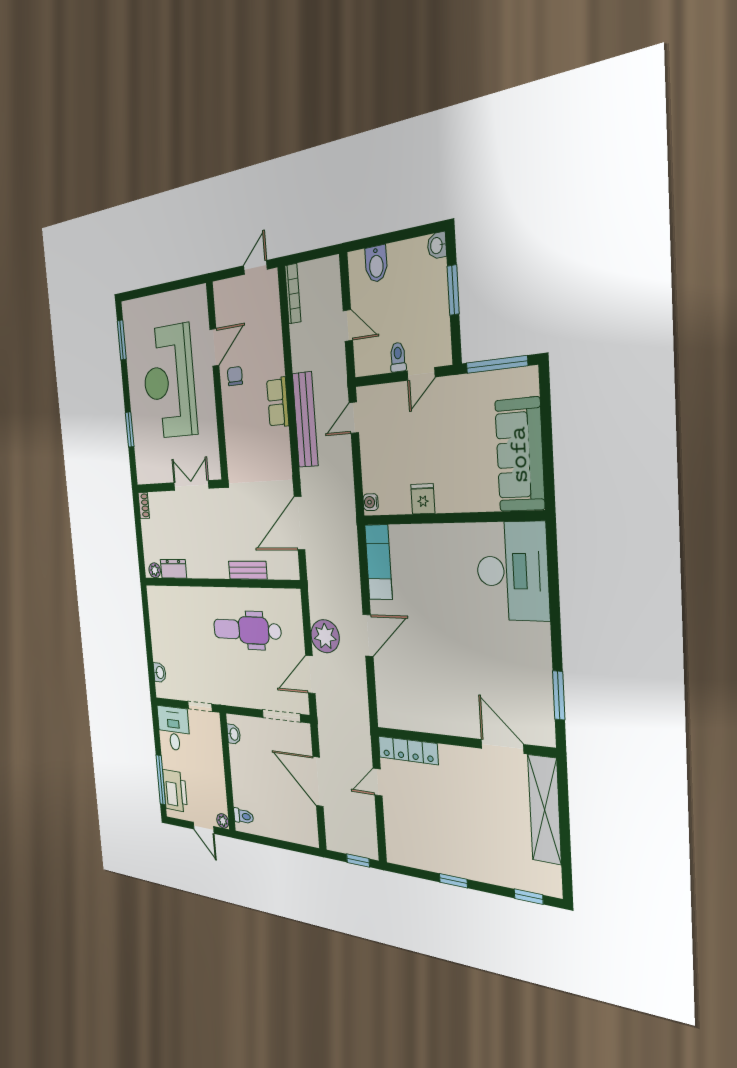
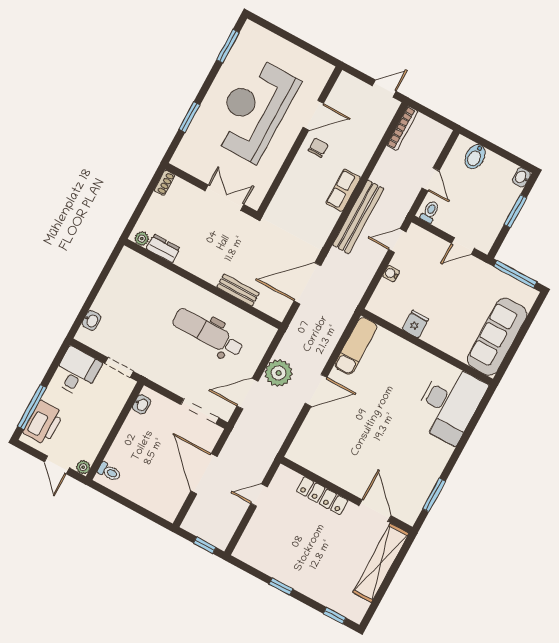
toilet: (398, 357) -> (430, 212), moved
water cooler: (371, 502) -> (391, 274), moved
locker: (408, 750) -> (322, 496), moved

